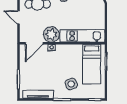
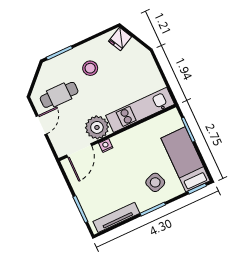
door: (18, 17) -> (41, 125), swing flipped
bed: (92, 64) -> (186, 159), moved, turned 180

